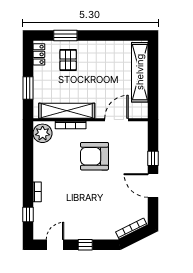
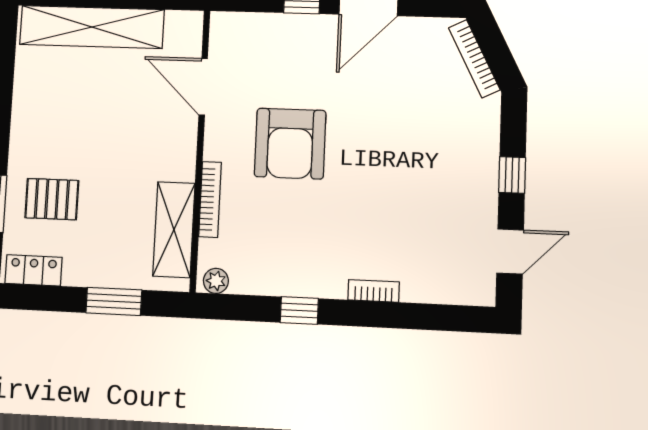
shelving: (67, 111) -> (174, 230), width x0.68
plant: (43, 133) -> (216, 281), width x0.53, depth x0.53
window: (28, 214) -> (299, 310), moved
door: (55, 245) -> (510, 251), swing flipped

